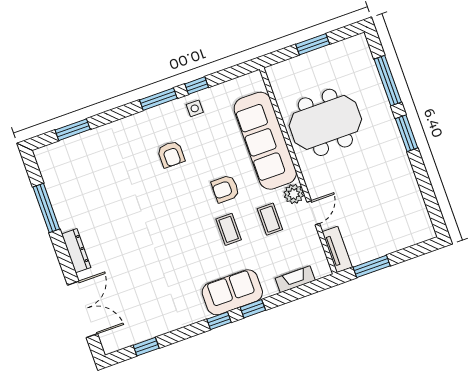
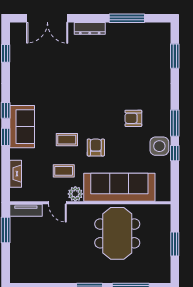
side table: (195, 108) -> (159, 146), width x1.87, depth x1.87

